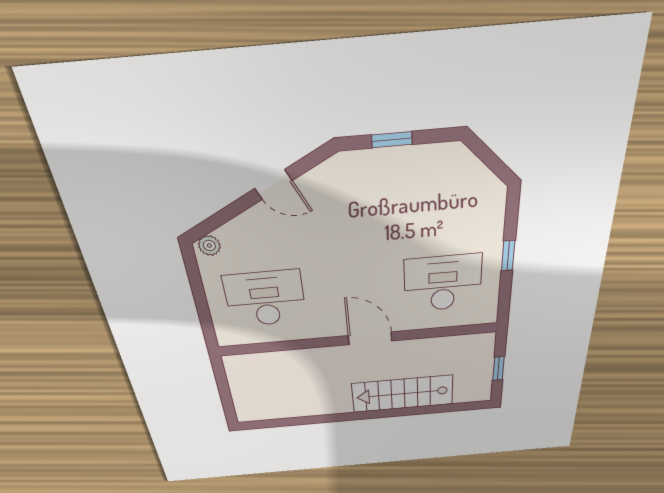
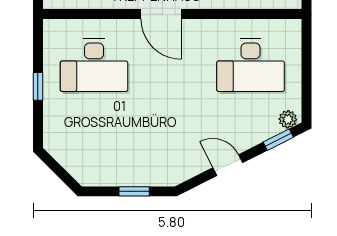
window: (216, 221) -> (278, 140), added

